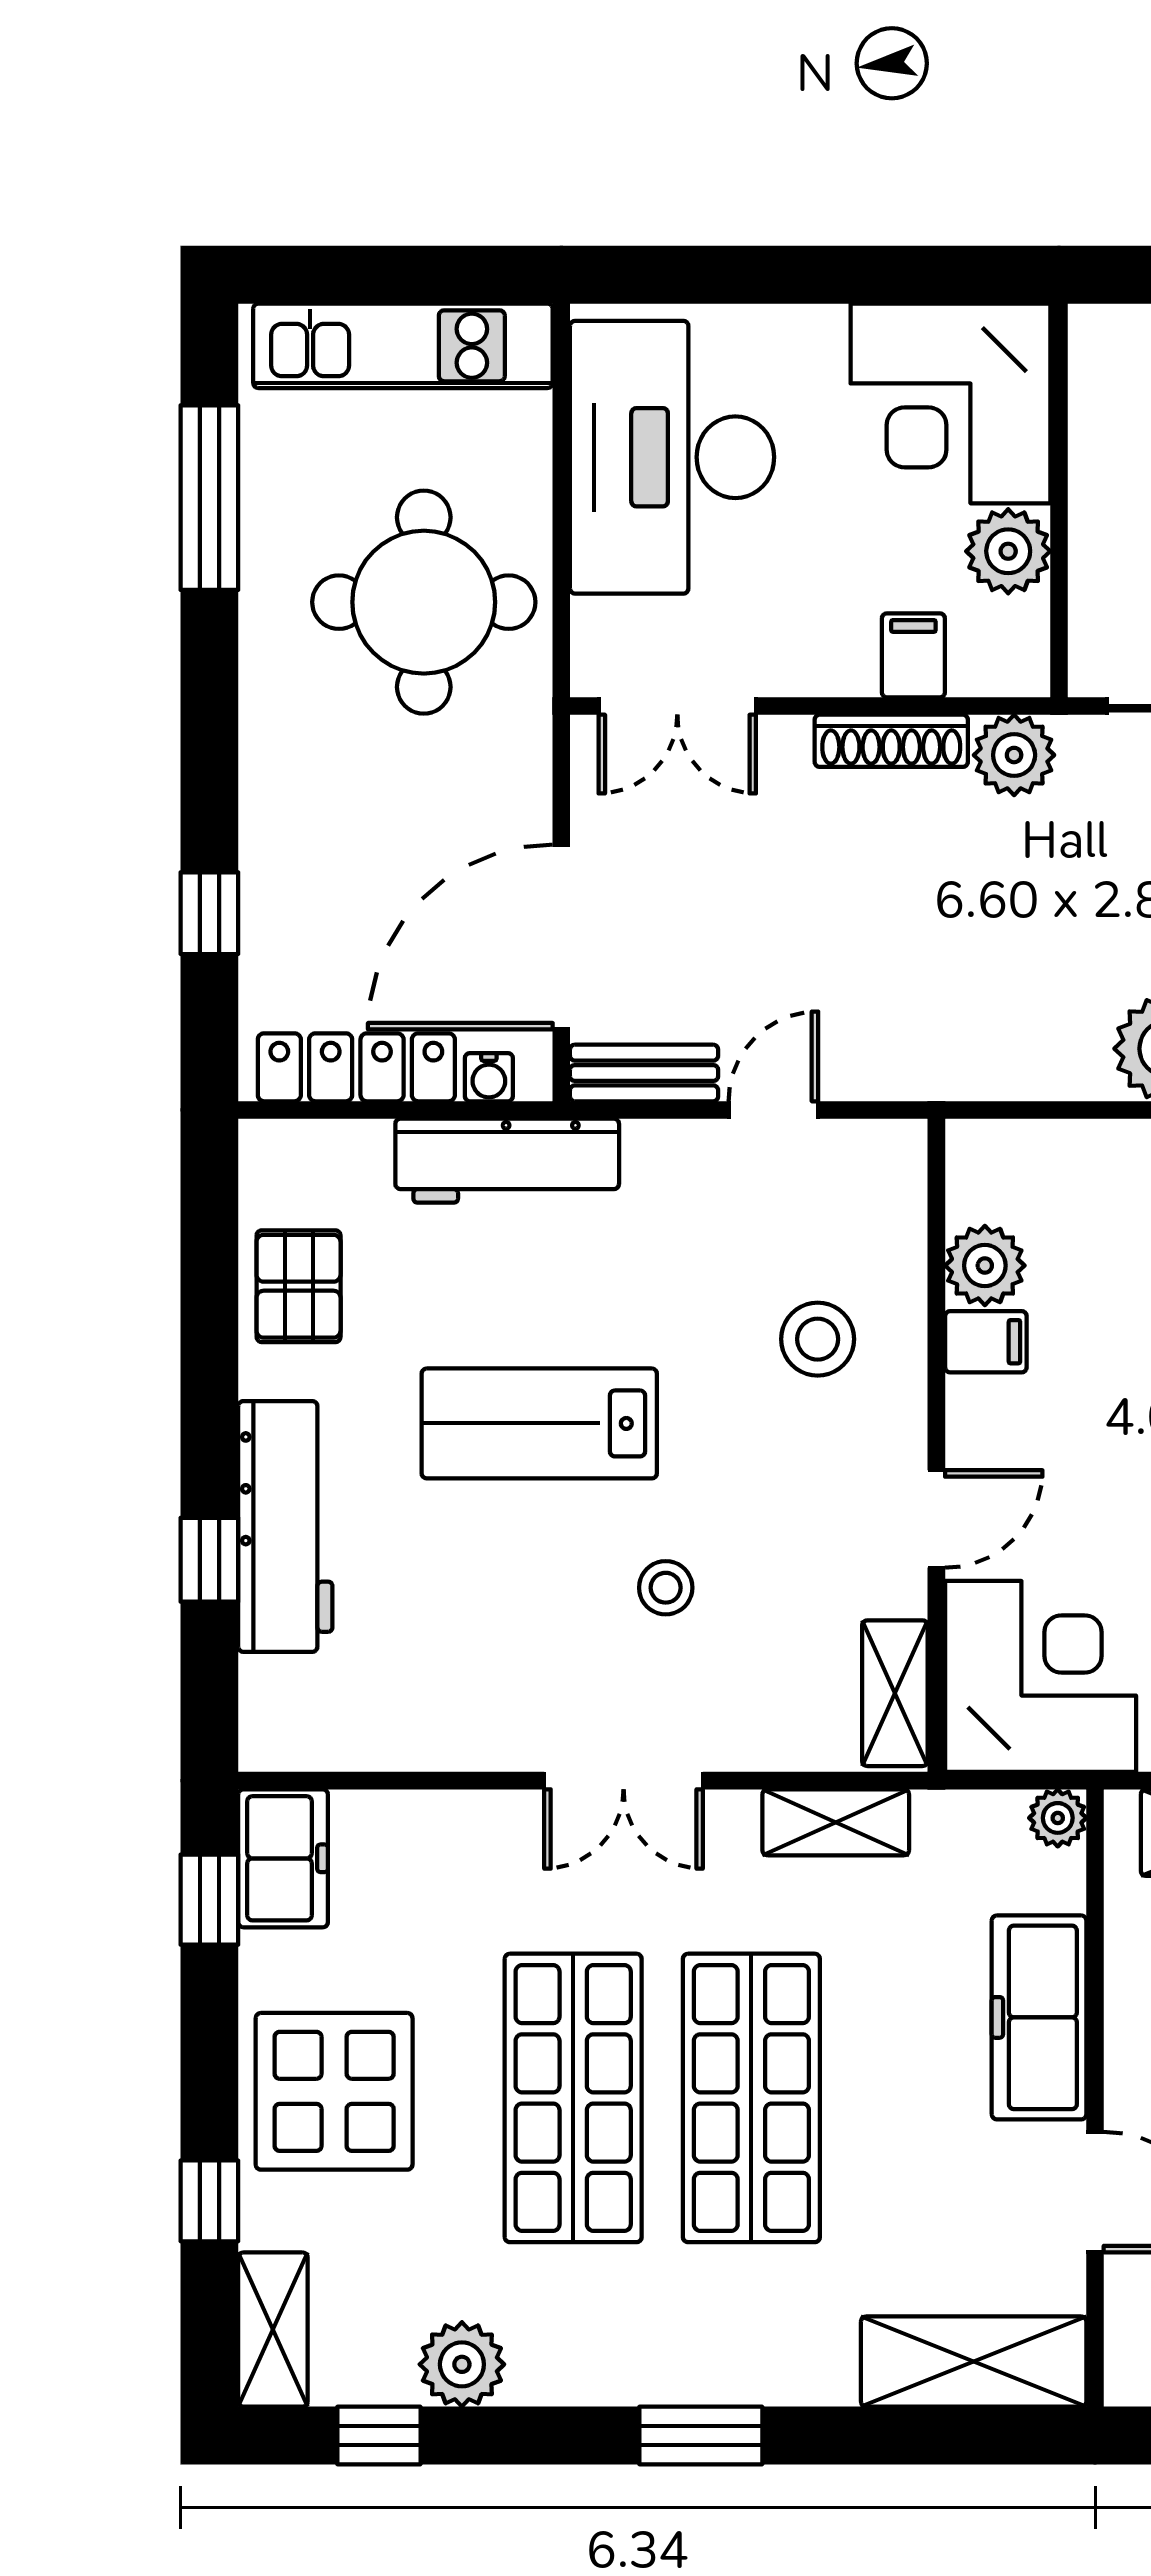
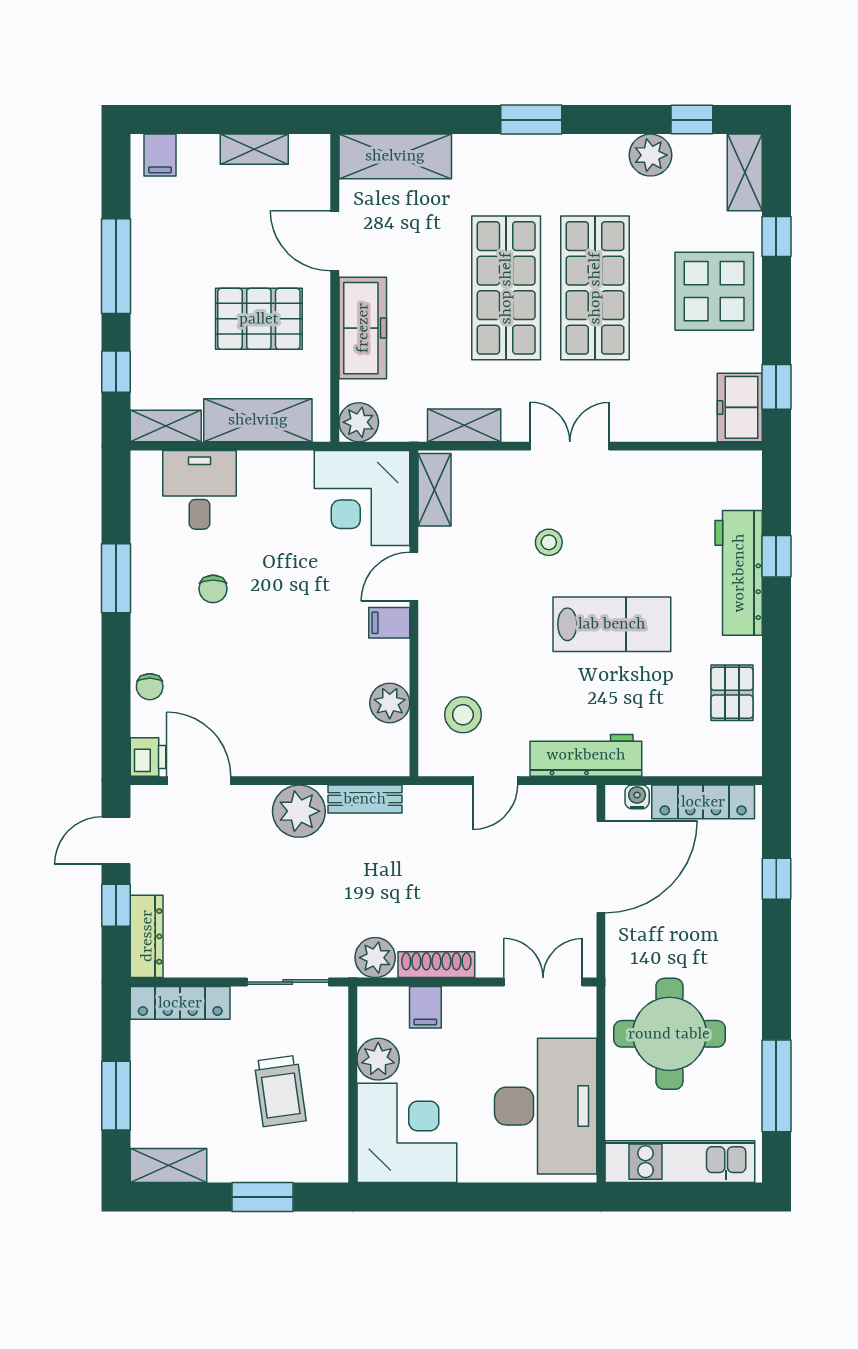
bench: (644, 1073) -> (365, 799), moved
workbench: (507, 1161) -> (586, 755), moved
stool: (818, 1339) -> (463, 715), moved
filing cabinet: (986, 1342) -> (389, 623), moved
plant: (1058, 1818) -> (359, 422), width x1.38, depth x1.38

